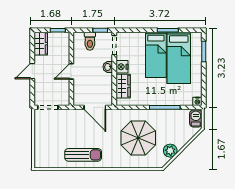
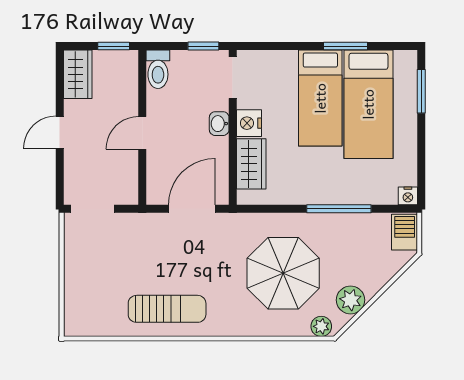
toilet: (90, 41) -> (158, 69), moved
door: (95, 107) -> (192, 209), swing flipped
plant: (156, 163) -> (321, 326), added

